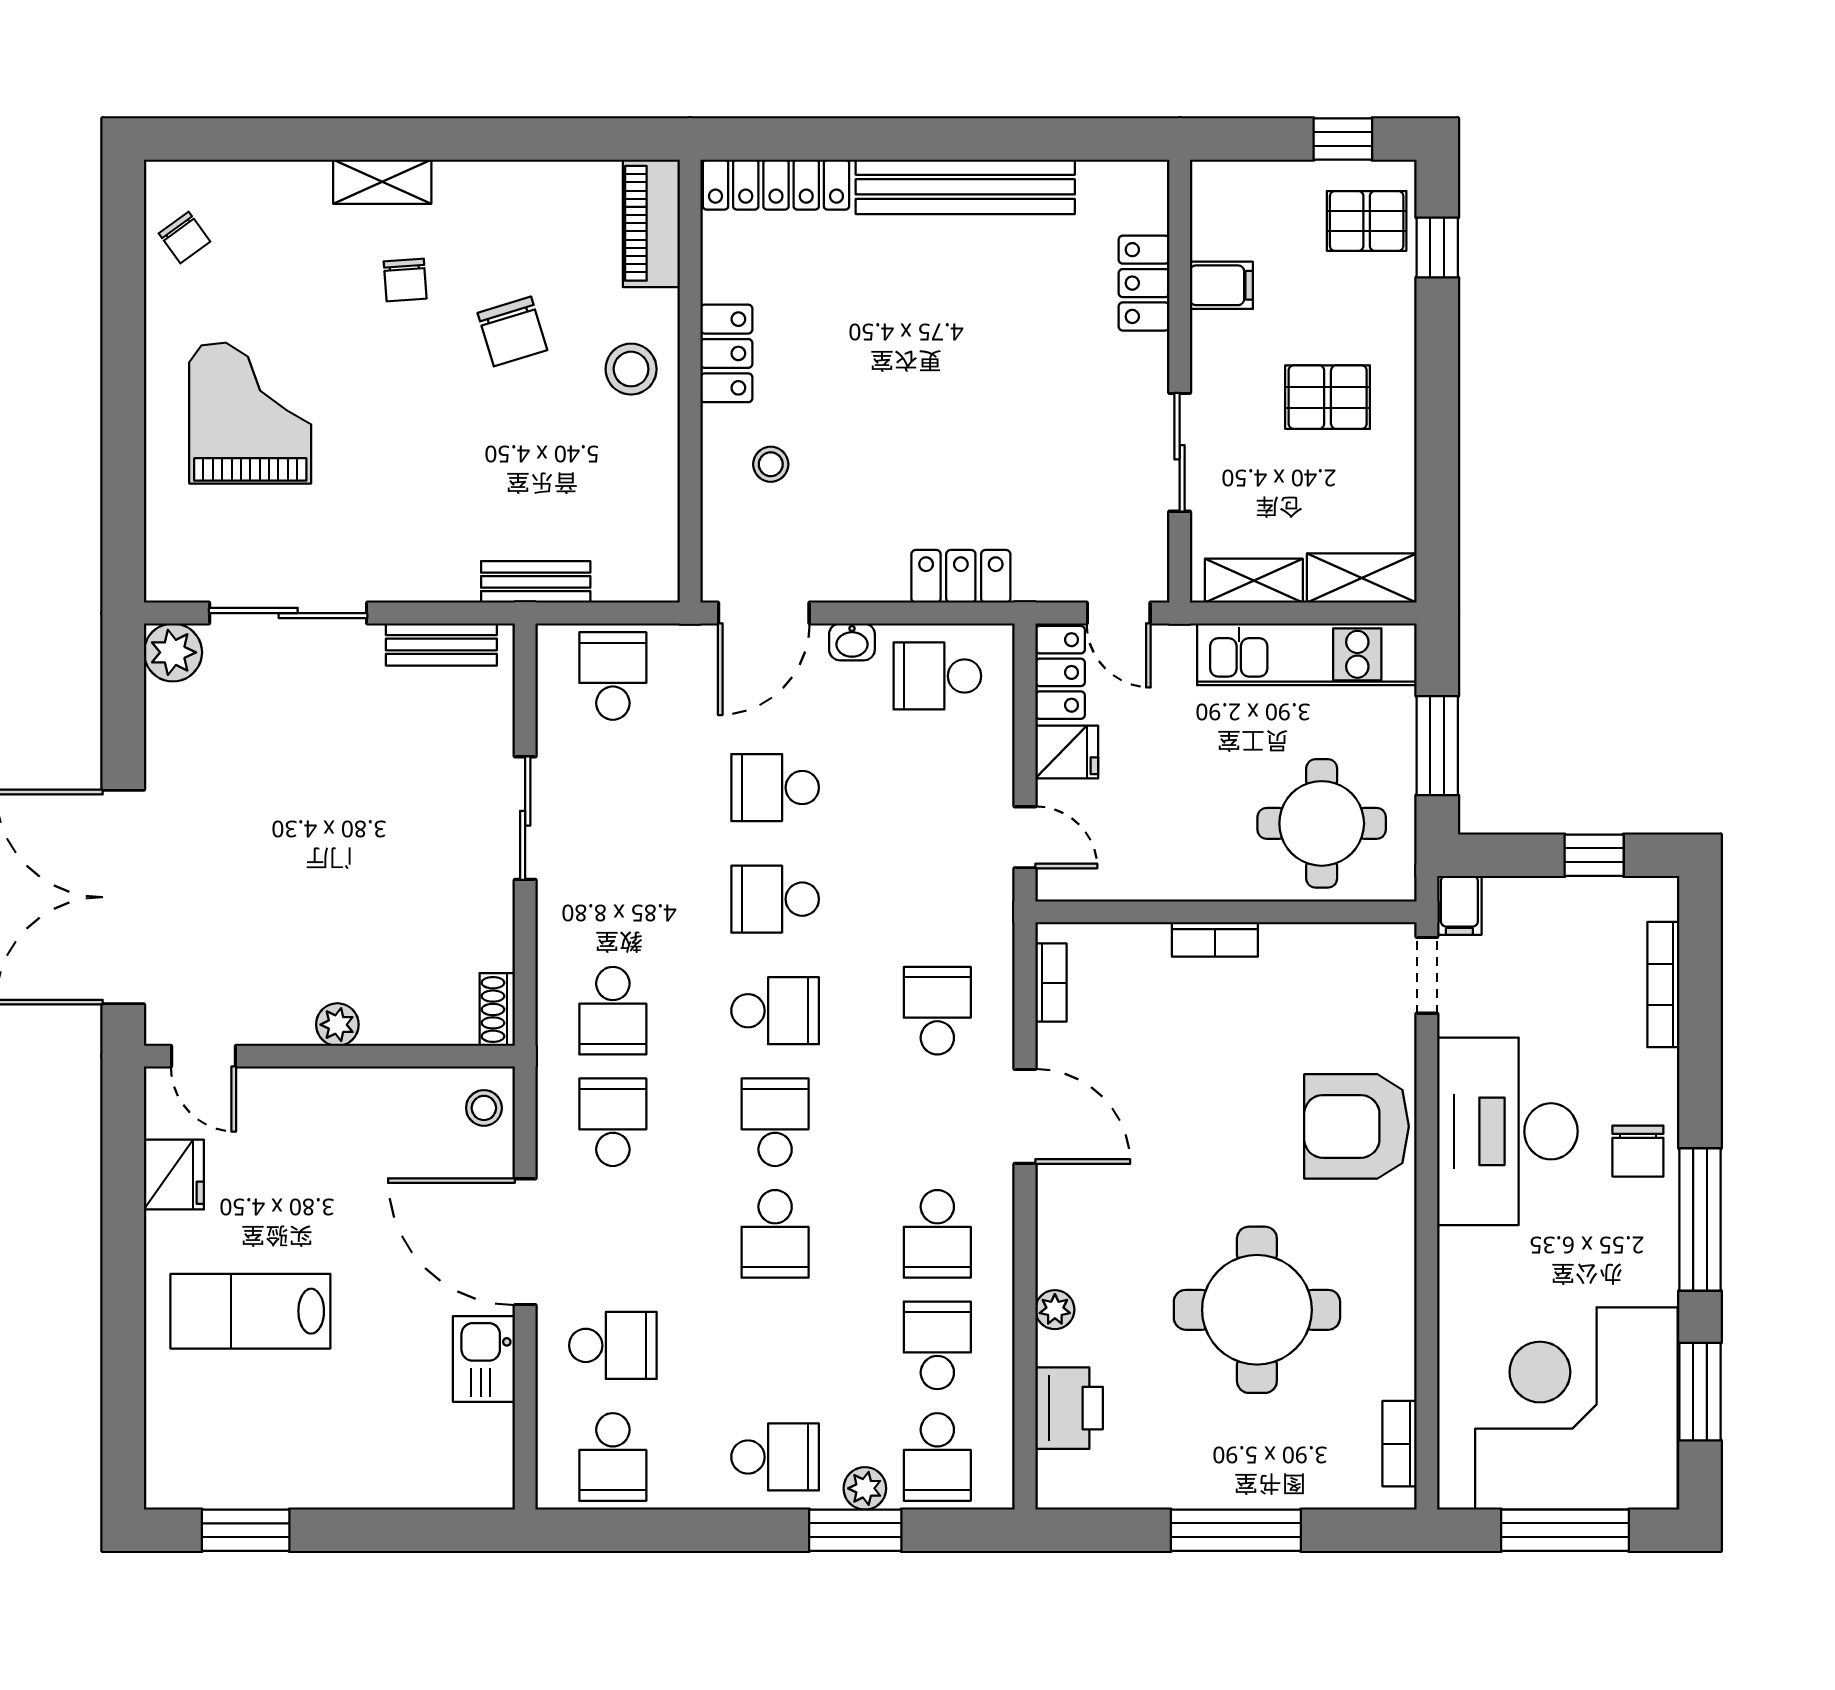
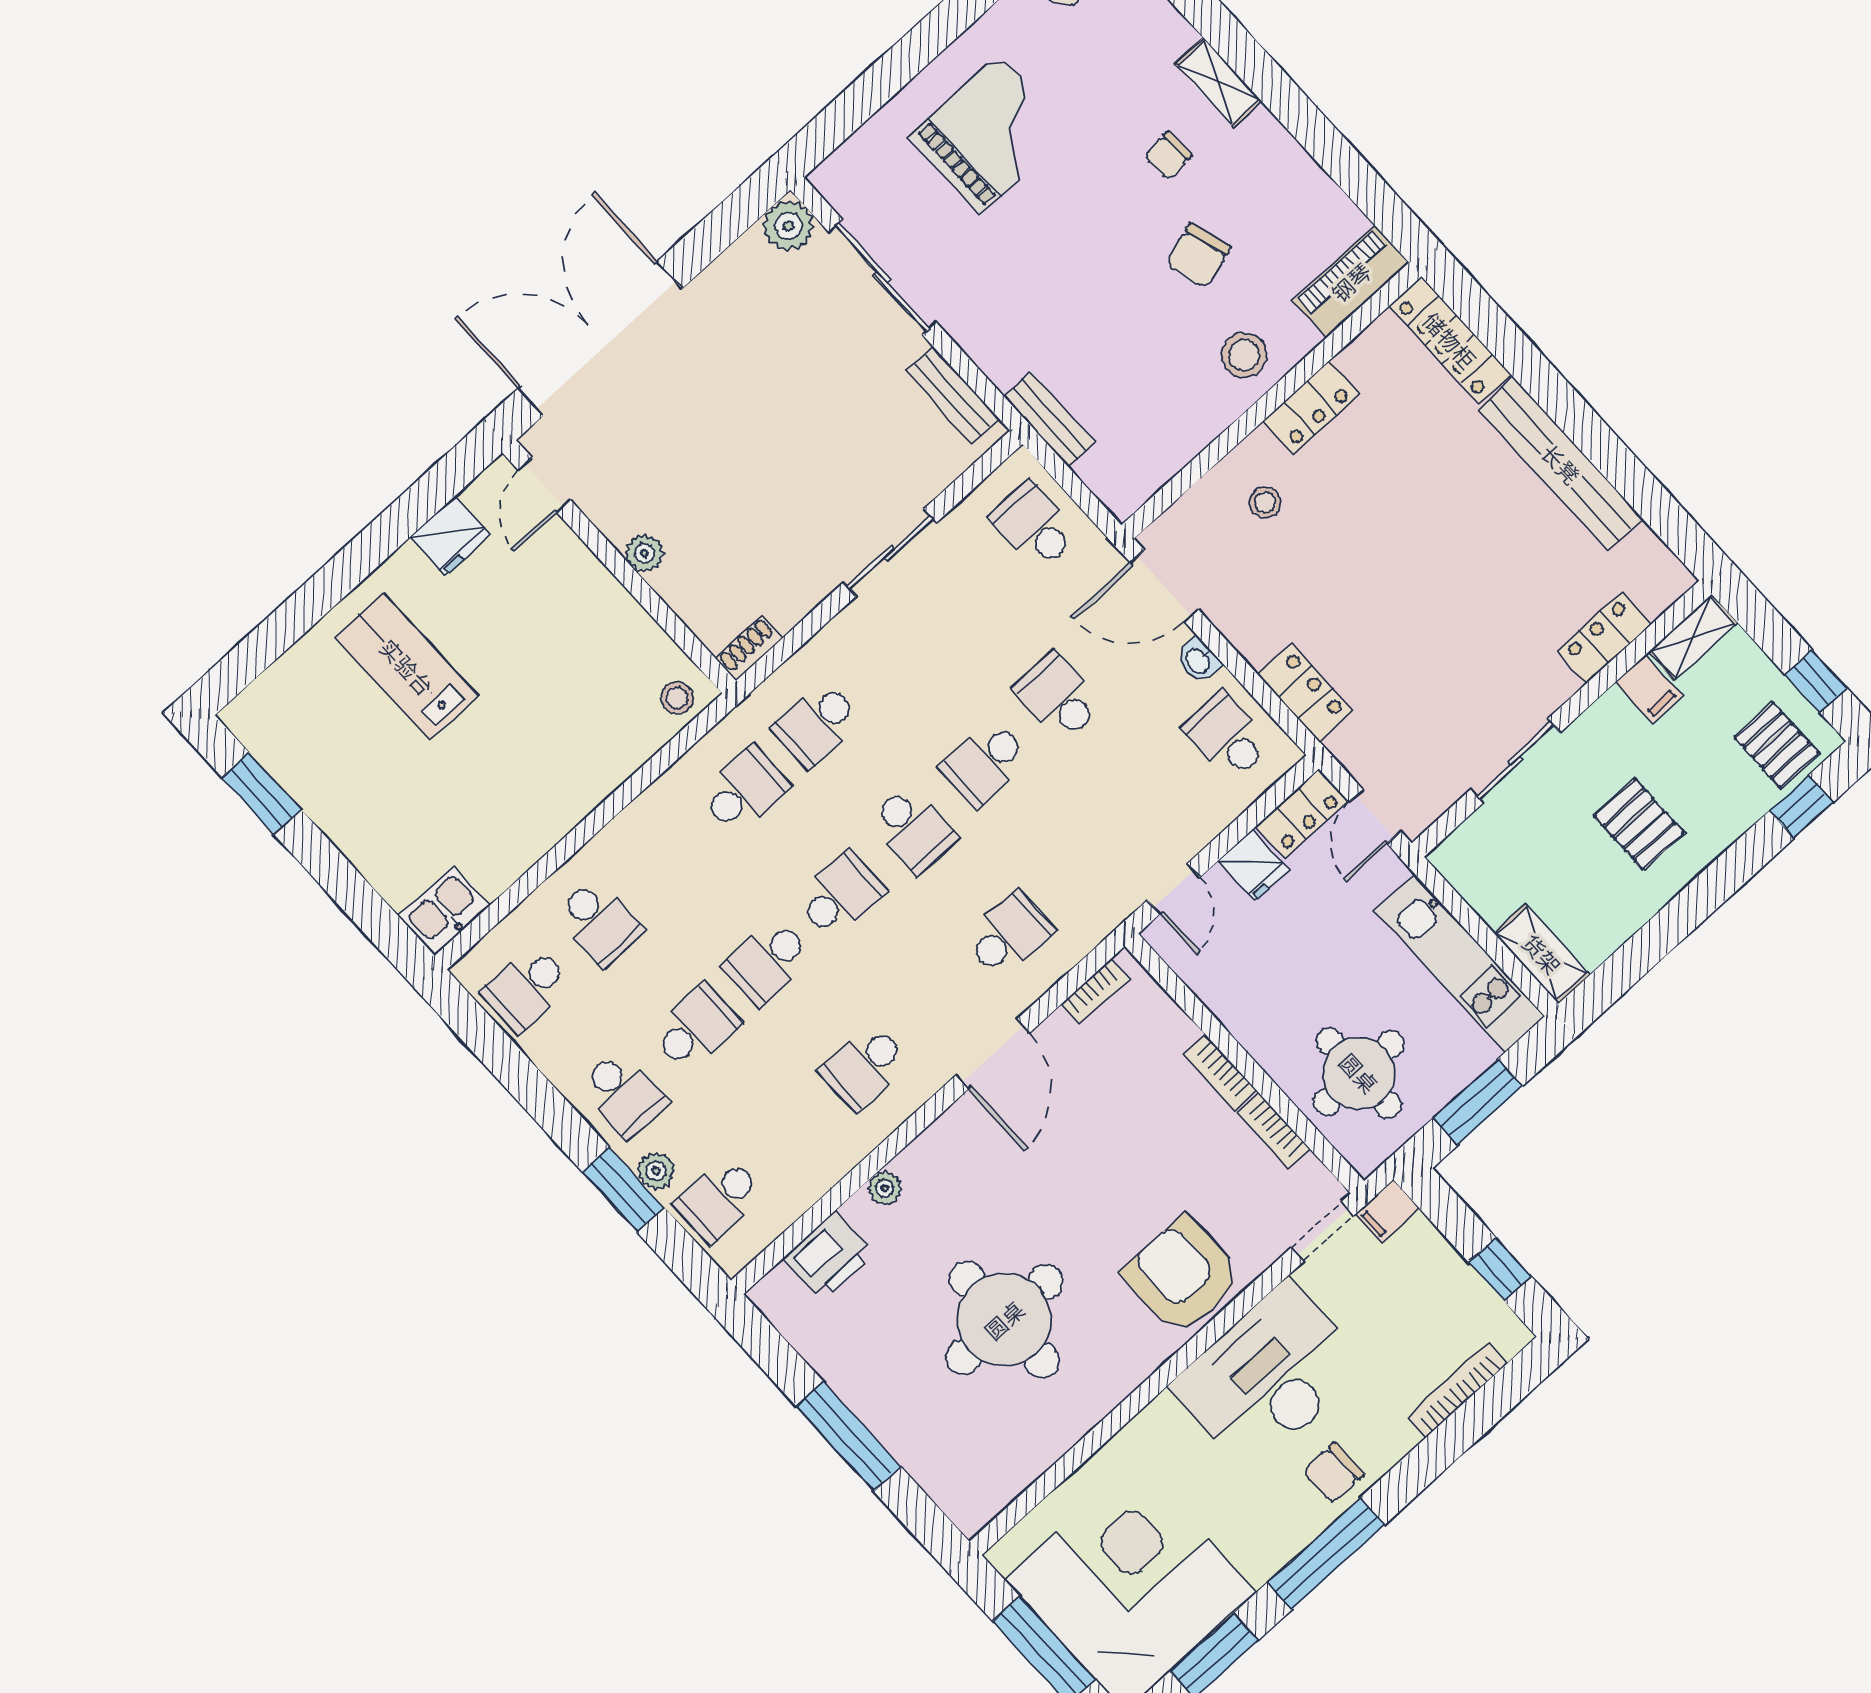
shelving: (1254, 581) -> (1693, 637), moved, turned 90
school desk: (613, 676) -> (1034, 525), turned -90
school desk: (775, 899) -> (985, 763), turned -90
door: (525, 1242) -> (615, 804), removed
school desk: (937, 1345) -> (696, 1028), moved
kitchen sink: (484, 1359) -> (444, 911), moved
bookcase: (1400, 1444) -> (1273, 1131), moved, turned -90

